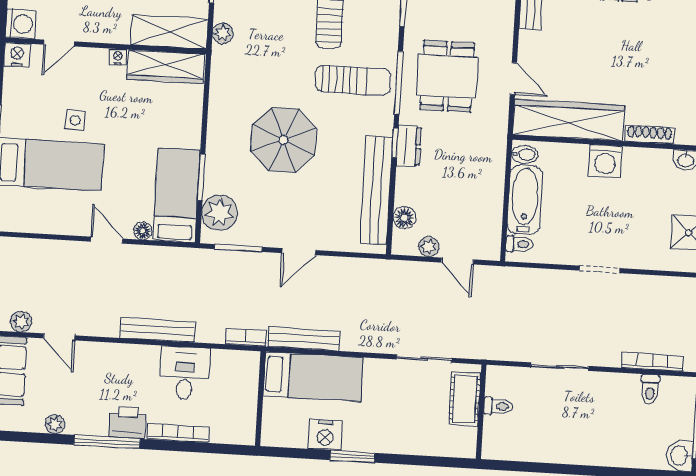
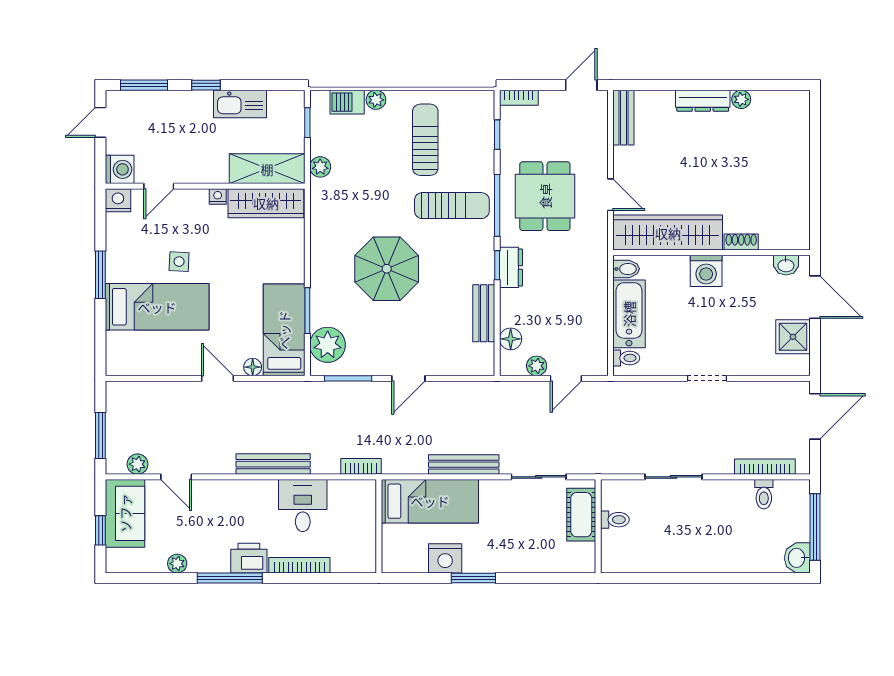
shoe rack: (649, 135) -> (741, 242), width x0.70
bench: (376, 190) -> (484, 313), width x0.54, depth x0.82
door: (457, 261) -> (566, 378), hinge flipped
bench: (304, 339) -> (464, 465), moved

